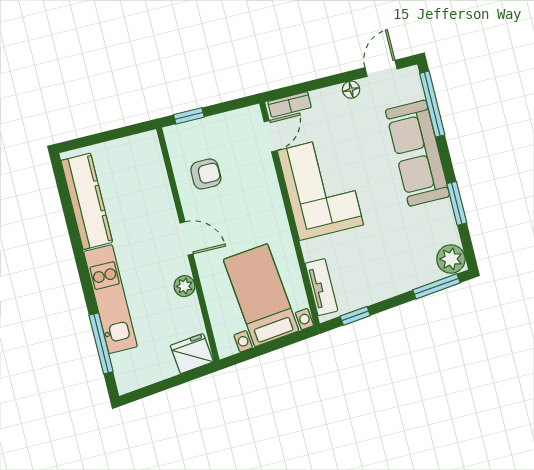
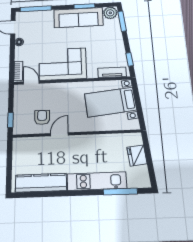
sofa: (417, 153) -> (78, 18), moved
door: (186, 239) -> (59, 134), moved
plant: (184, 286) -> (98, 140), removed
fridge: (192, 354) -> (137, 156), moved

